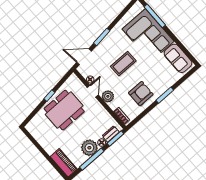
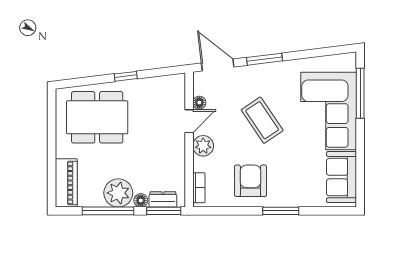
coffee table: (123, 64) -> (262, 120), turned 56
armchair: (141, 94) -> (250, 181), turned -90
dining table: (64, 110) -> (97, 117), moved

